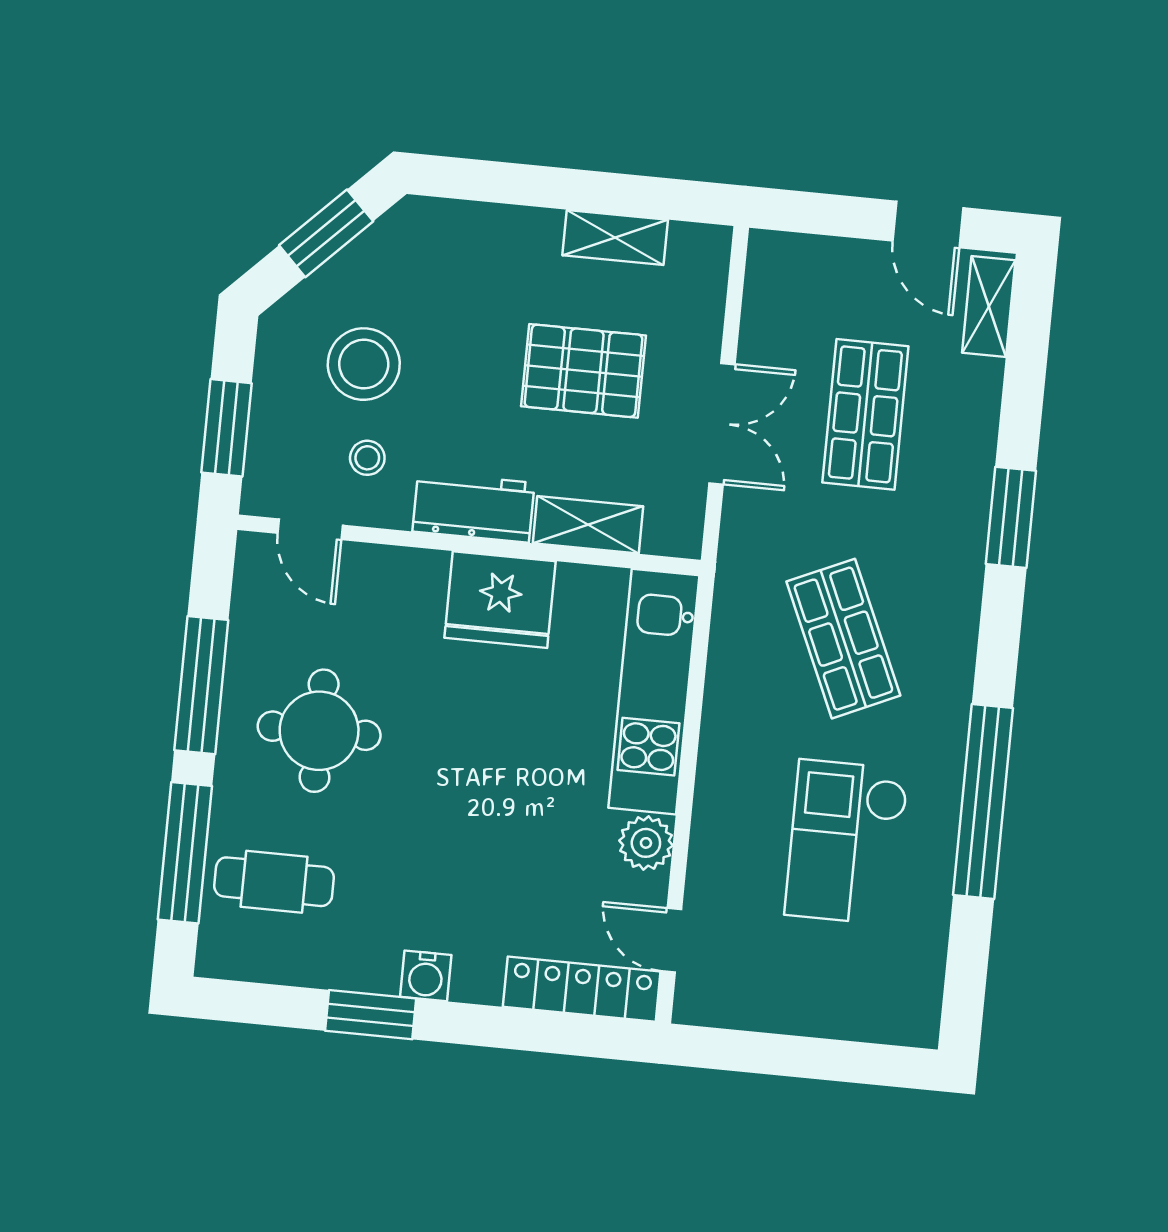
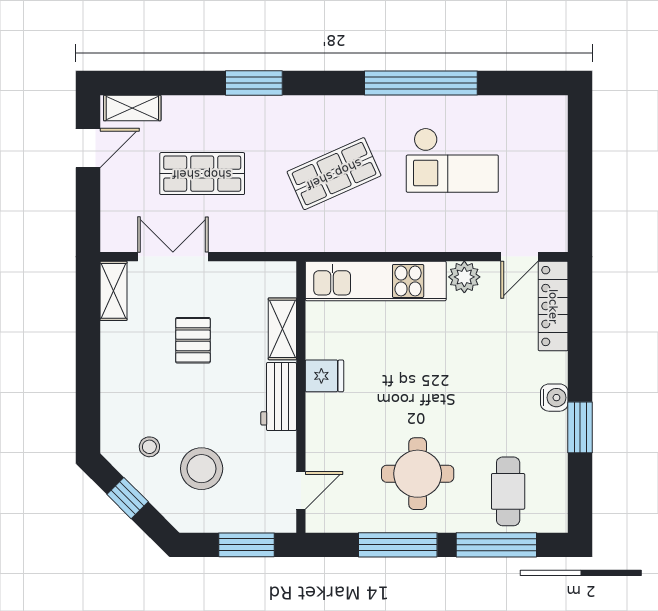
window: (326, 233) -> (128, 498), width x0.67
shelving: (615, 237) -> (113, 291), moved
pallet: (584, 371) -> (193, 340), width x0.67, depth x0.71
double door: (722, 424) -> (173, 257), moved
stool: (367, 458) -> (149, 447), moved
fridge: (500, 600) -> (324, 376), width x0.53, depth x0.75

